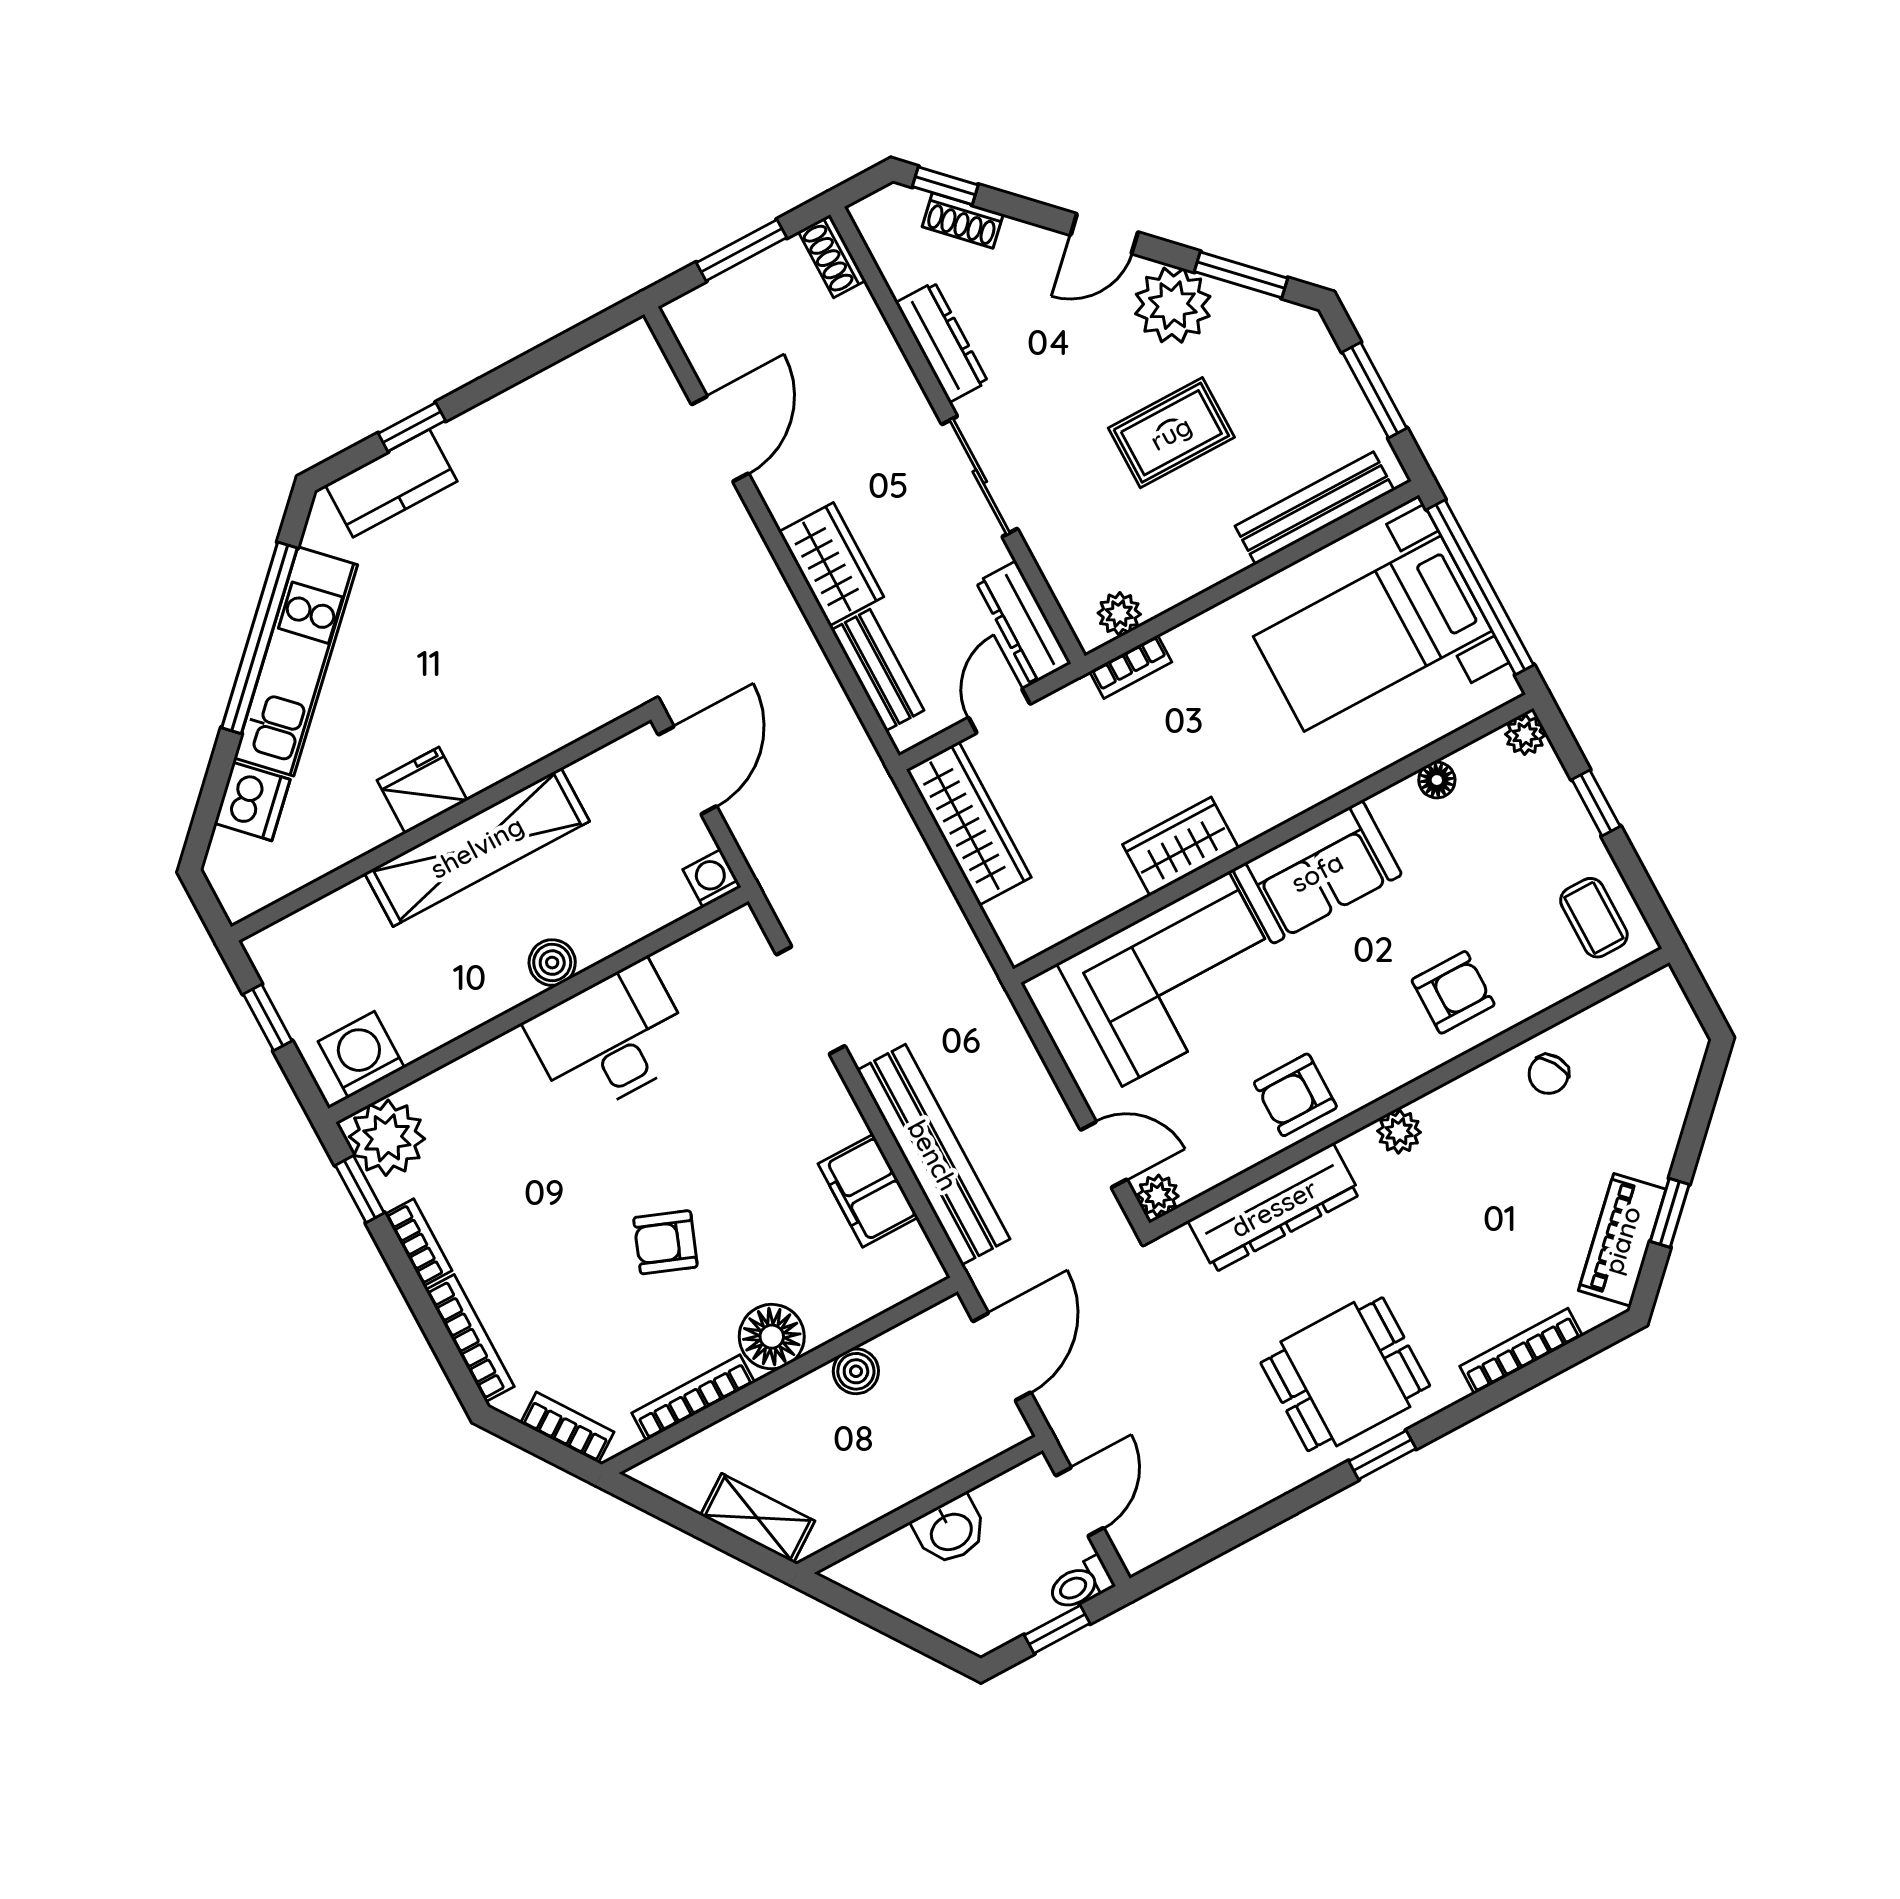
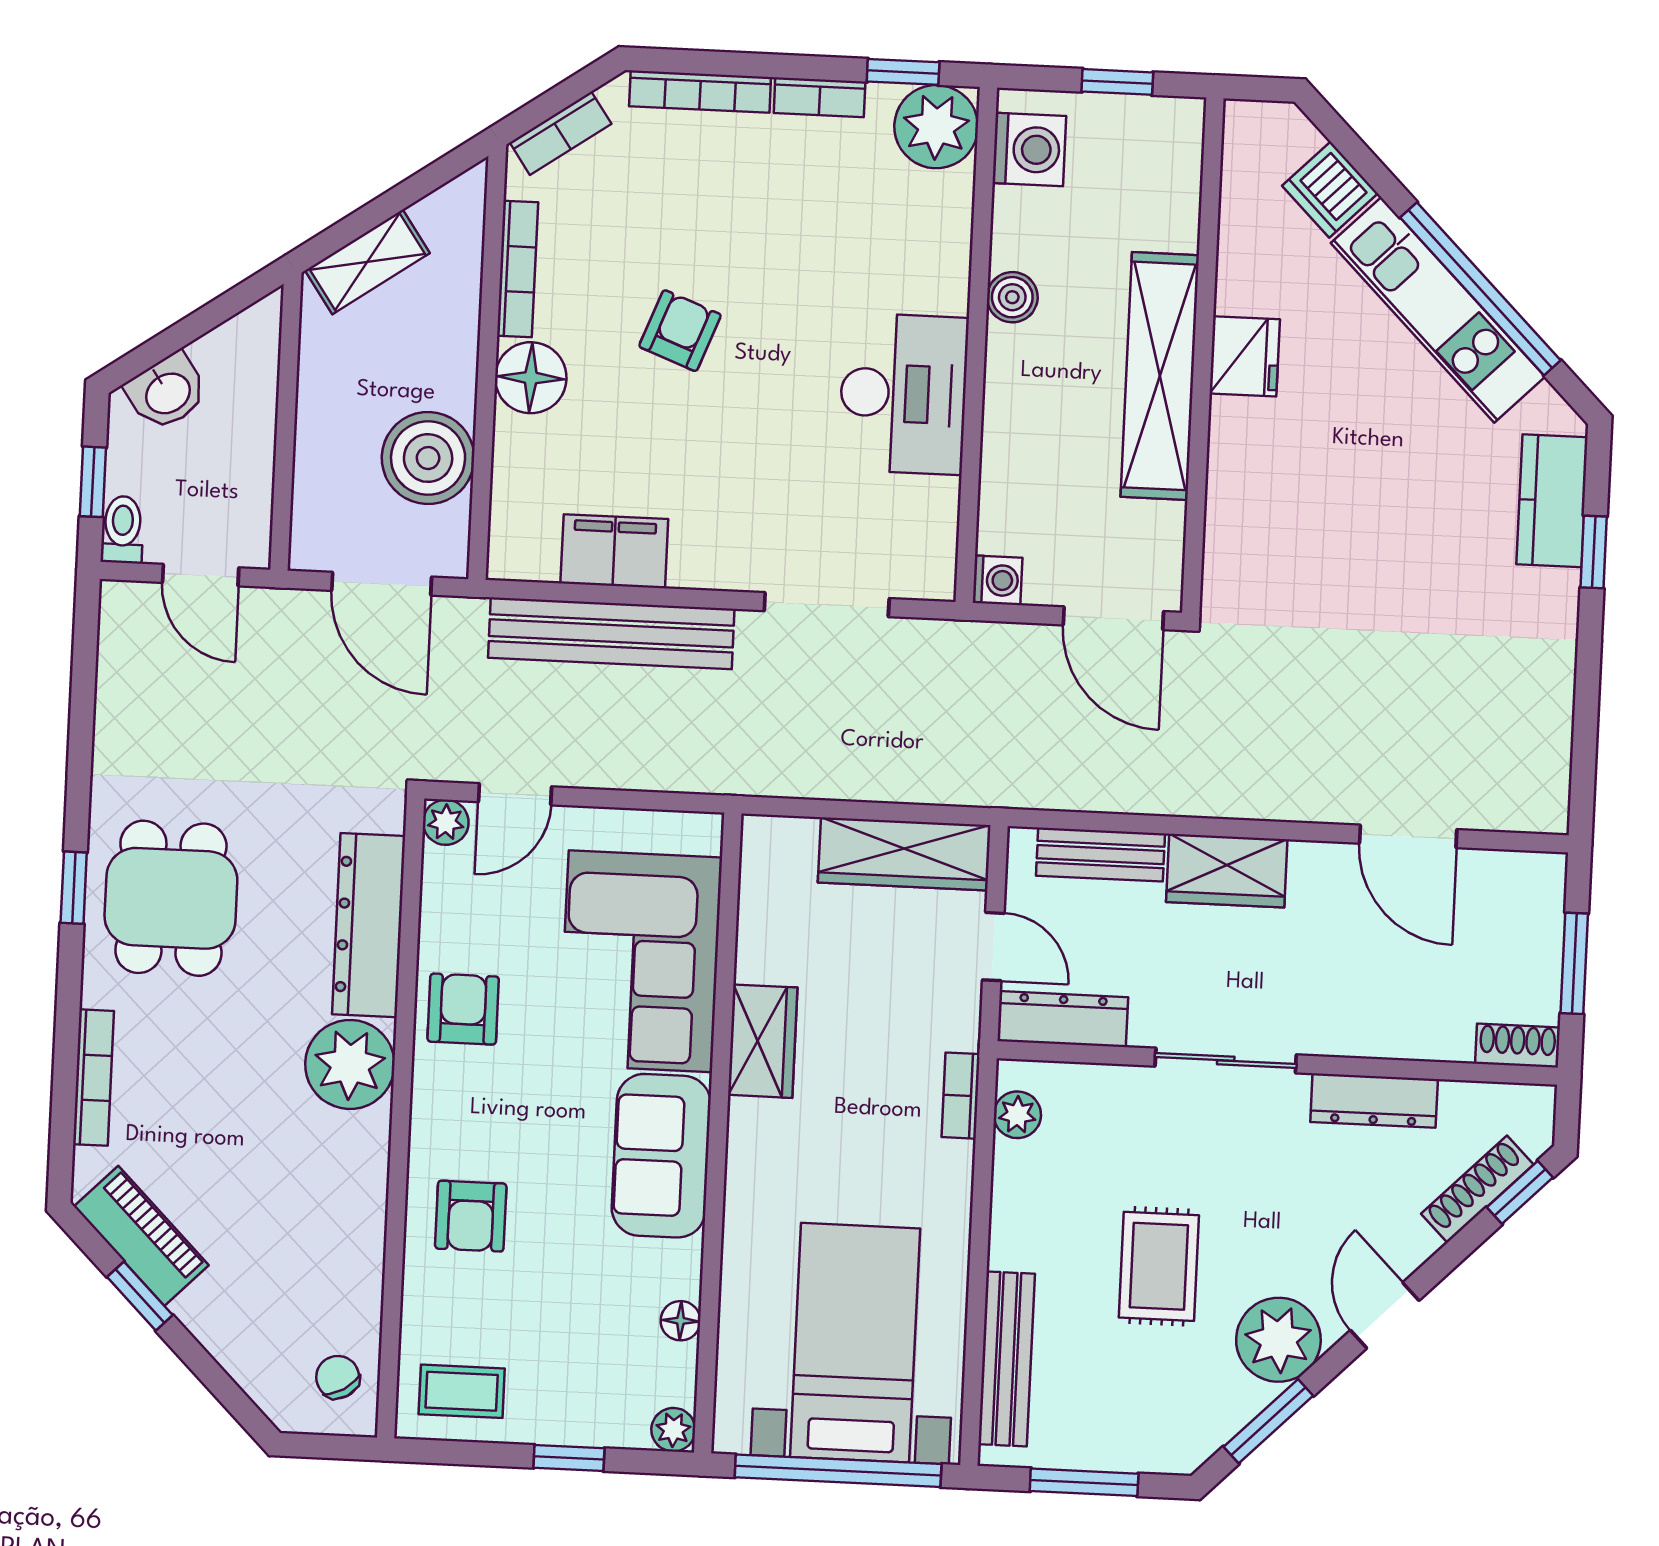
shoe rack: (963, 220) -> (1477, 1189), width x1.43
boiler: (552, 963) -> (1012, 297), moved
chair: (1549, 1074) -> (338, 1377), moved
plant: (1399, 1132) -> (350, 1064), width x1.88, depth x1.88
boiler: (856, 1371) -> (428, 458), width x1.86, depth x1.86
washbasin: (951, 1531) -> (167, 392), moved, turned -125

